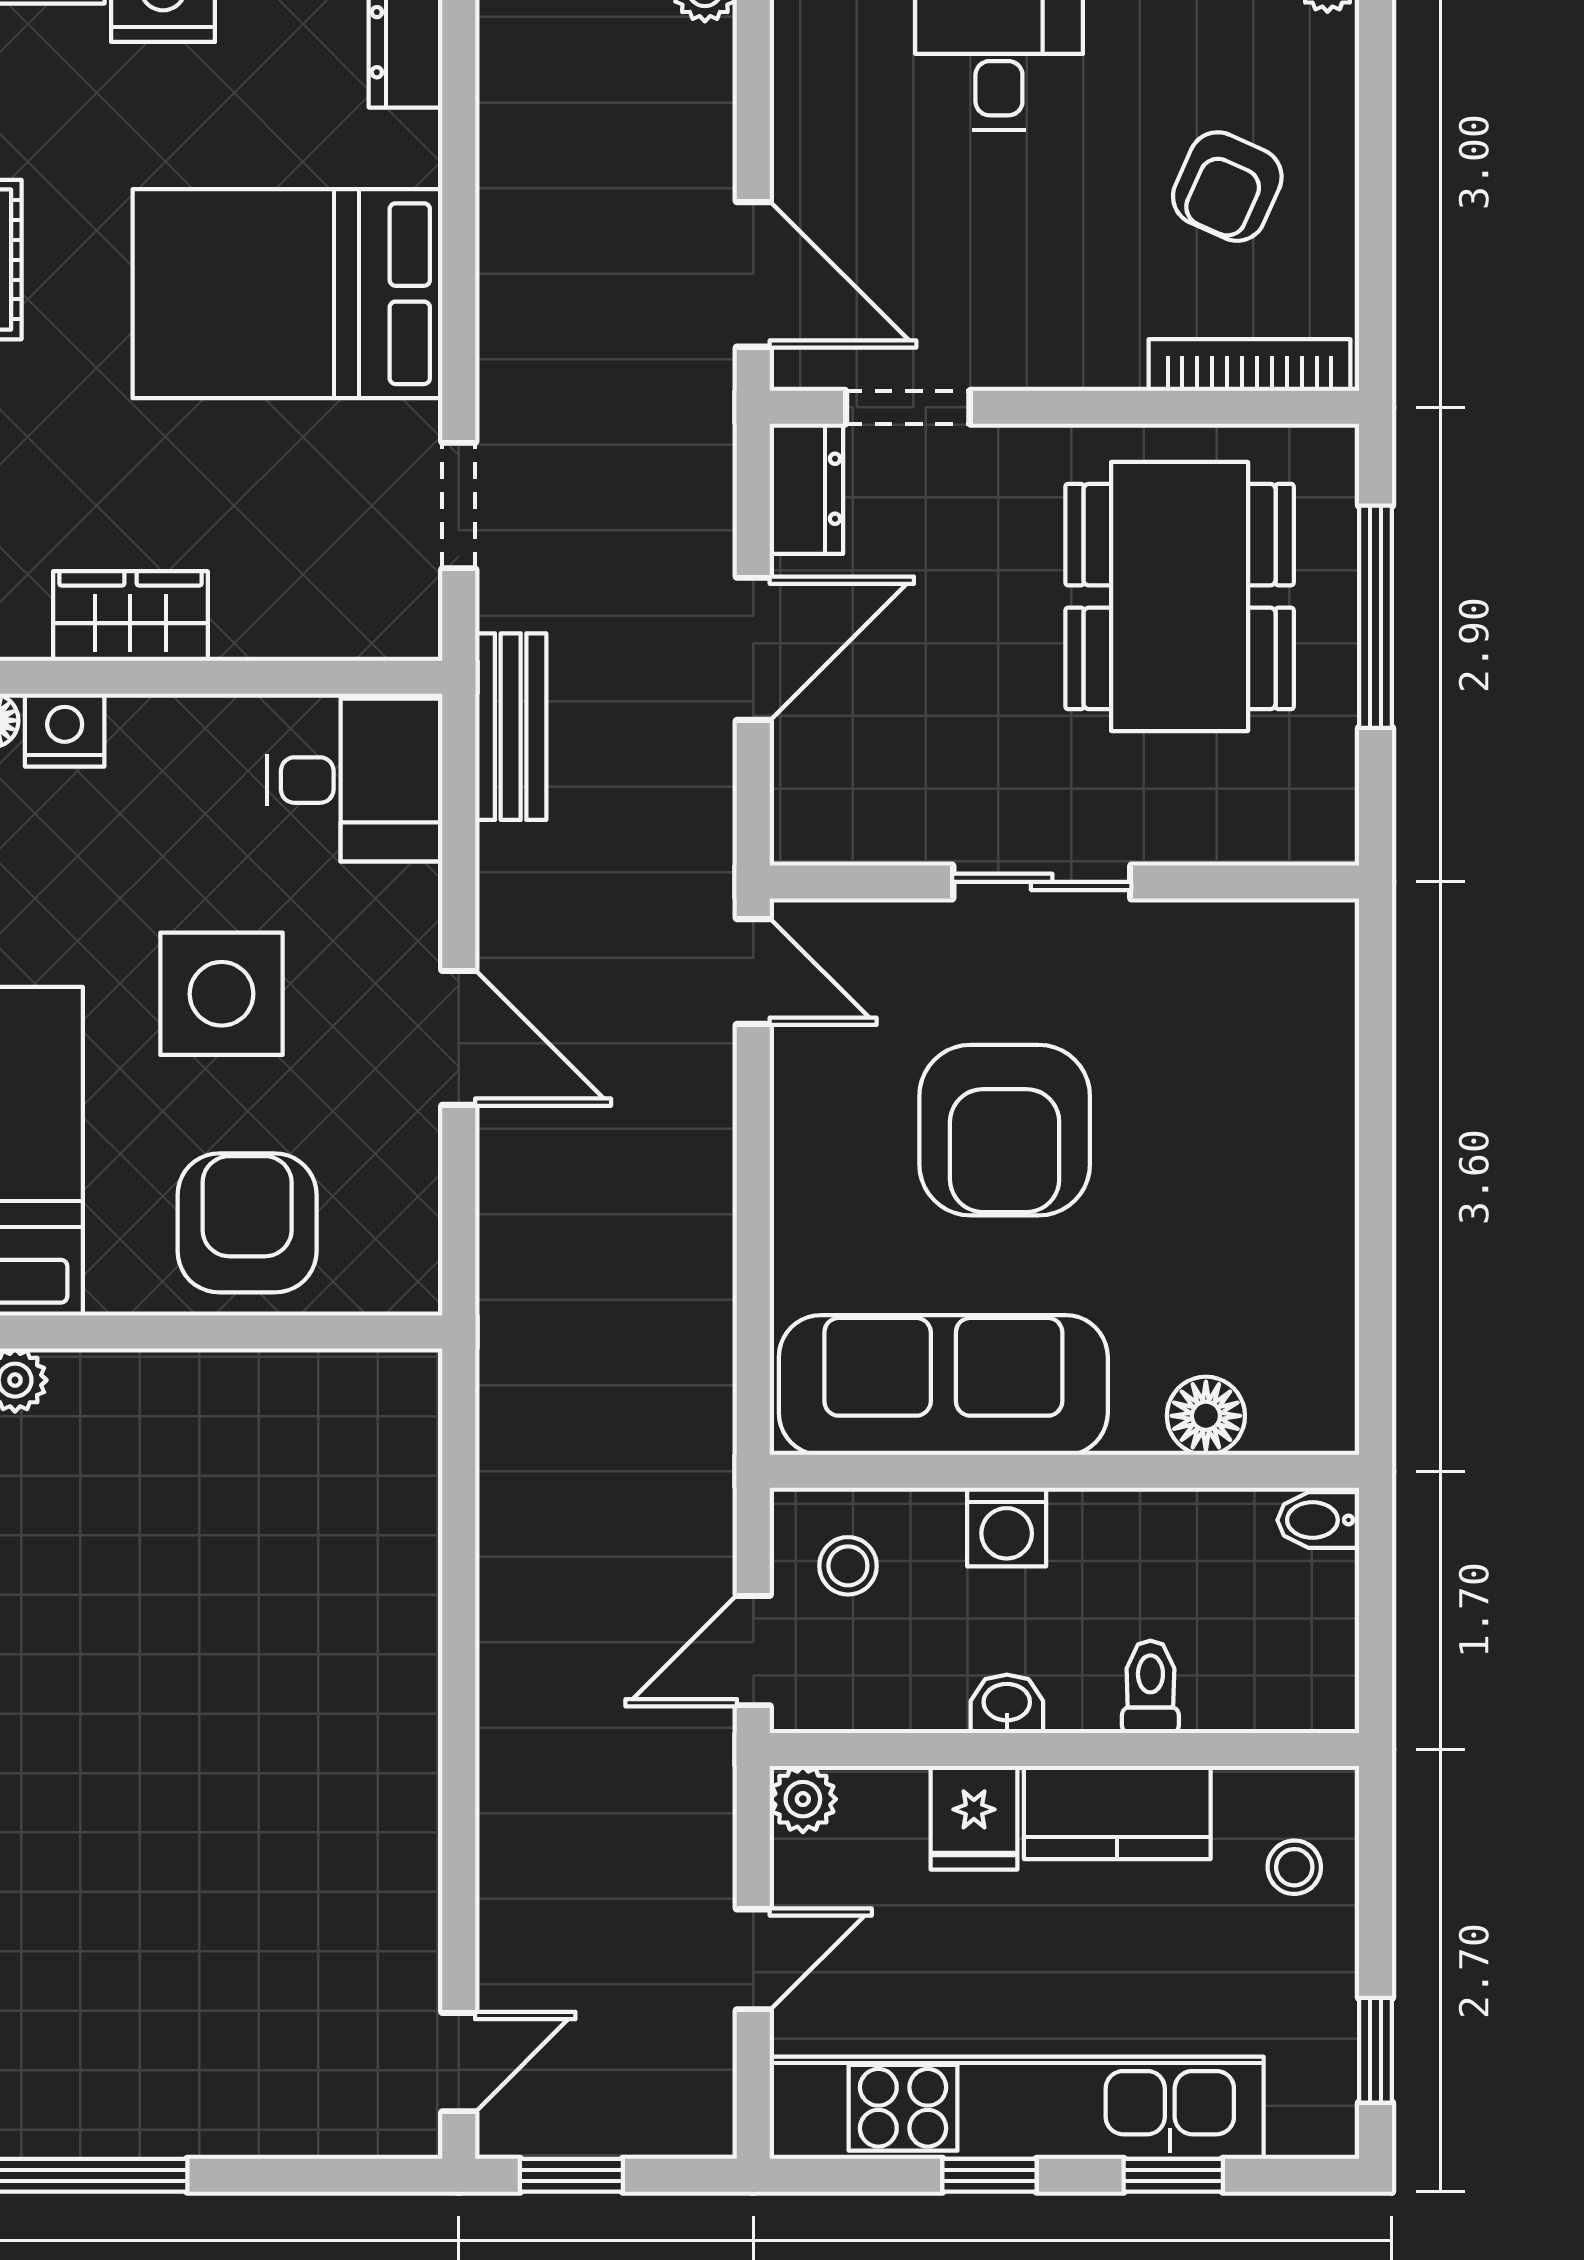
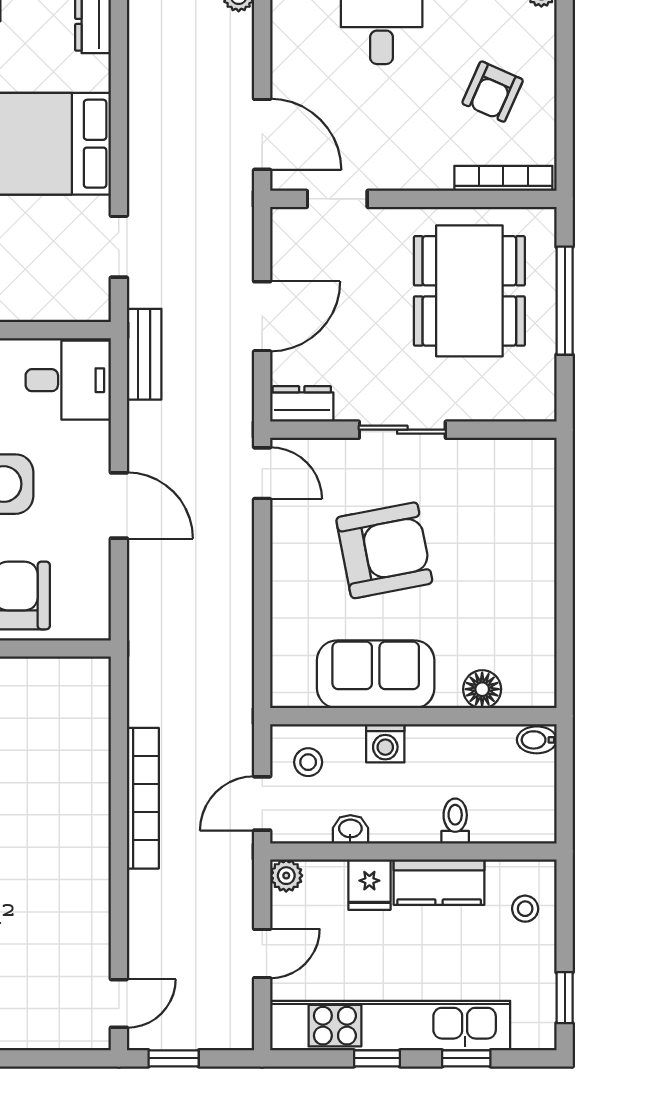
dresser: (806, 489) -> (302, 404), moved, turned -90
armchair: (1005, 1130) -> (384, 550), turned -101
sofa: (943, 1385) -> (376, 674), width x0.73
bookcase: (508, 1640) -> (143, 798), added
washbasin: (1007, 1704) -> (350, 829), moved

